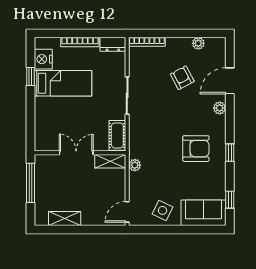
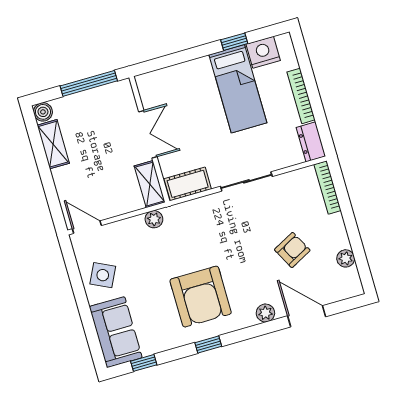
armchair: (196, 149) -> (201, 297), width x1.36, depth x1.36
boiler: (41, 219) -> (43, 112), added

